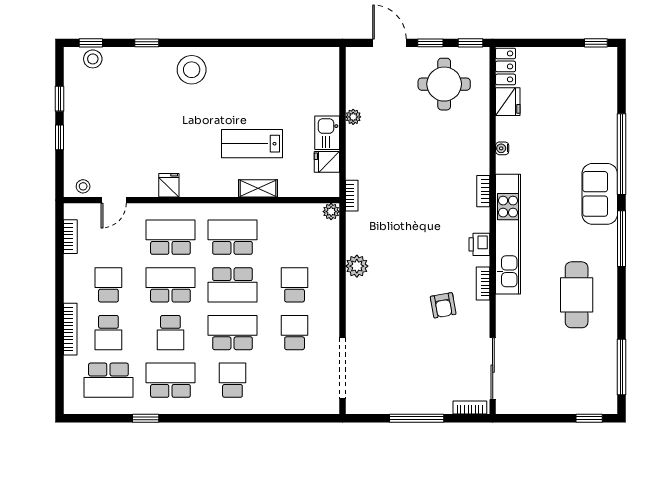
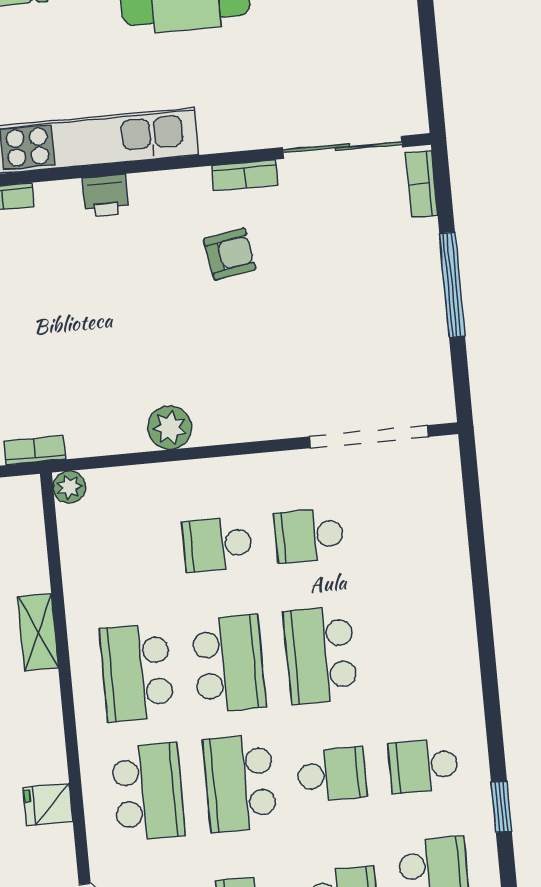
school desk: (170, 237) -> (148, 792), turned 180
bookcase: (483, 284) -> (245, 175), moved
school desk: (170, 380) -> (424, 766), width x0.54
school desk: (232, 380) -> (412, 646), removed

